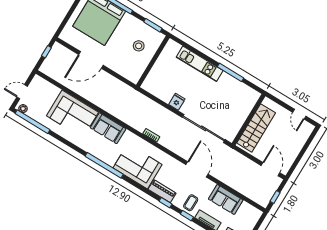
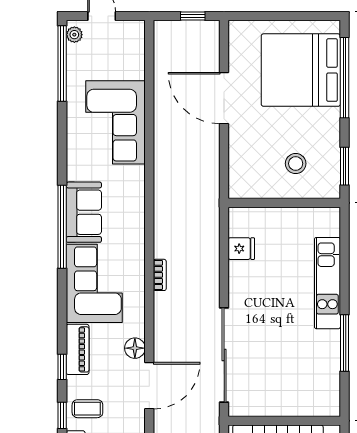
fridge: (177, 102) -> (241, 249), moved
sofa: (108, 128) -> (84, 212), moved, turned 180
floor lamp: (177, 166) -> (135, 348), added

